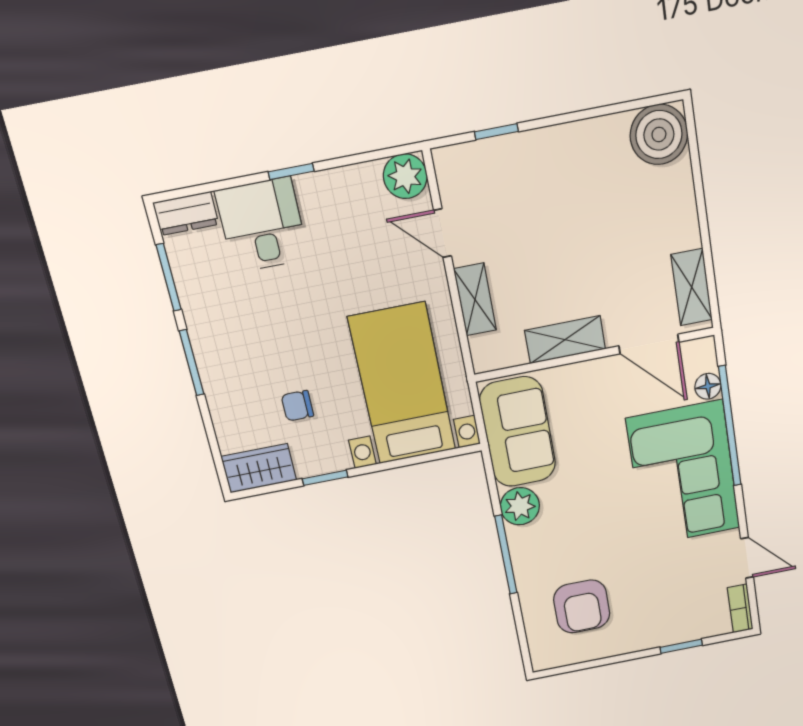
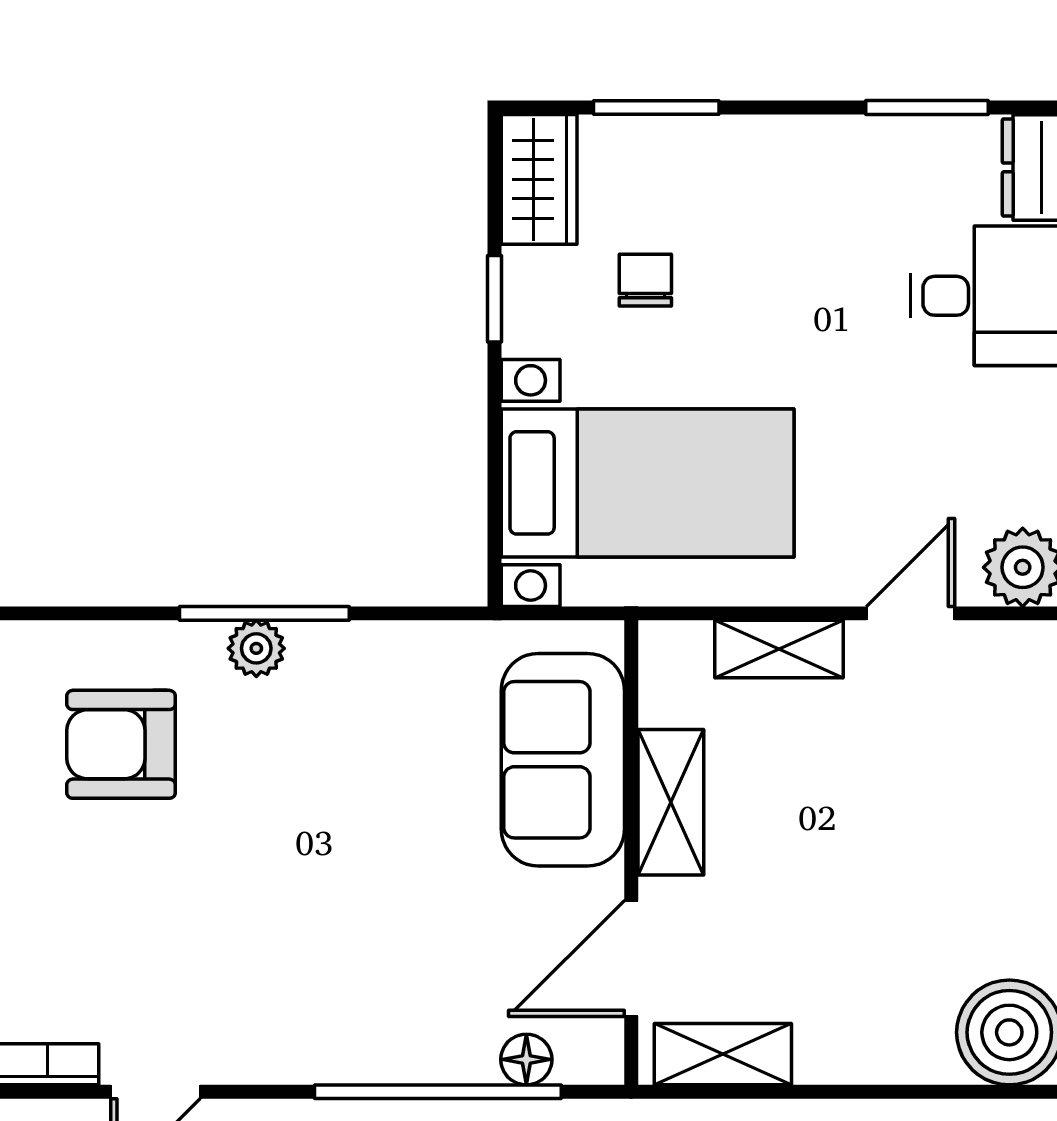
window: (192, 363) -> (656, 108), moved
sofa: (518, 432) -> (563, 760), moved, turned 90
corner sofa: (683, 474) -> (360, 988), removed
plant: (520, 506) -> (256, 648), moved, width x0.73, depth x0.73

